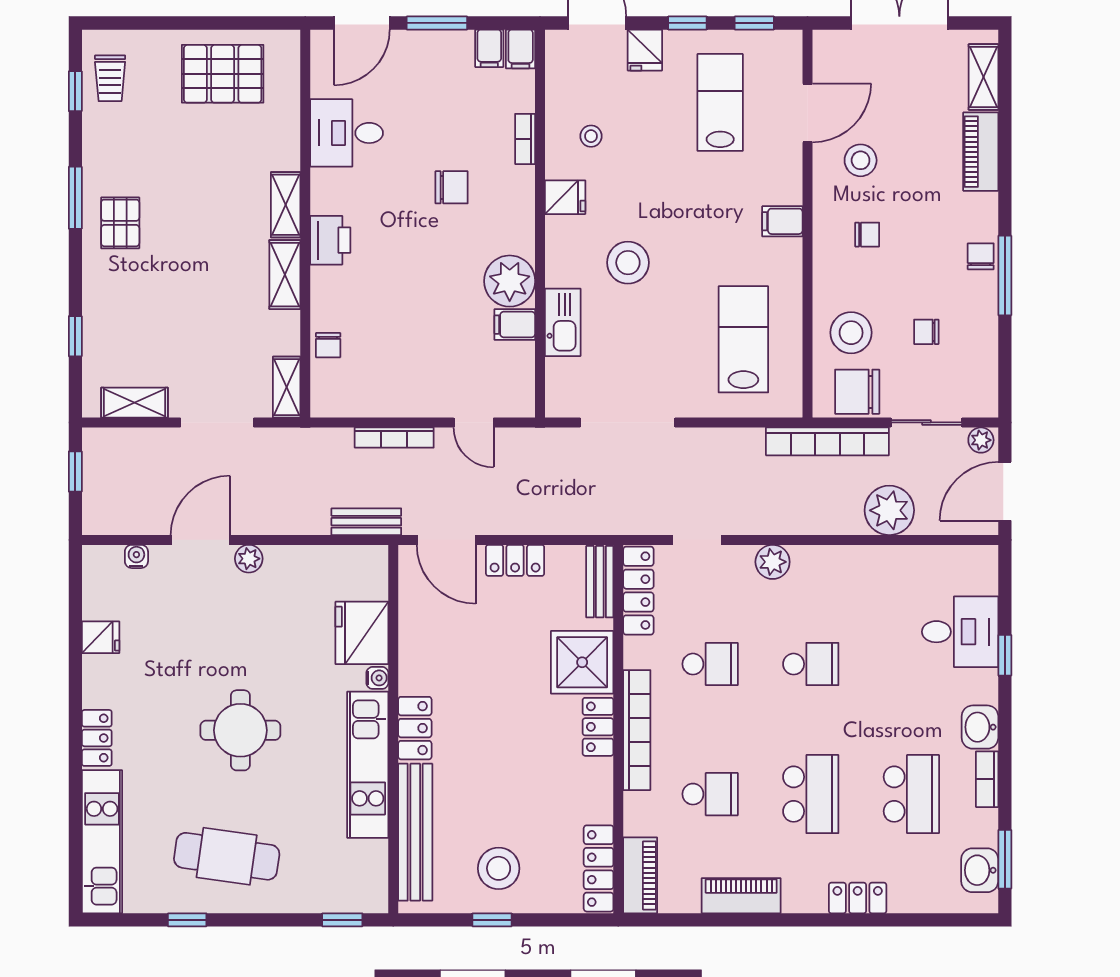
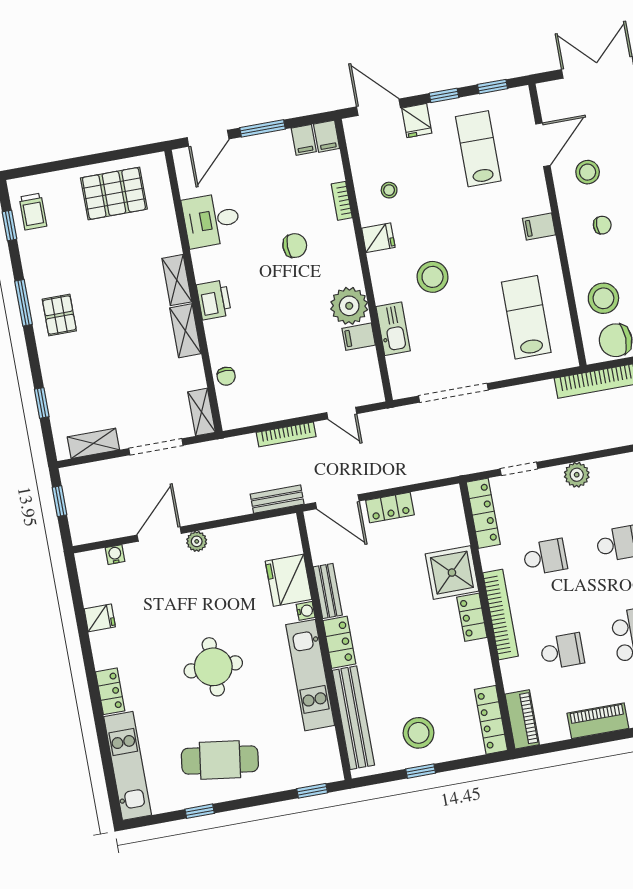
bench: (600, 582) -> (328, 591), moved

